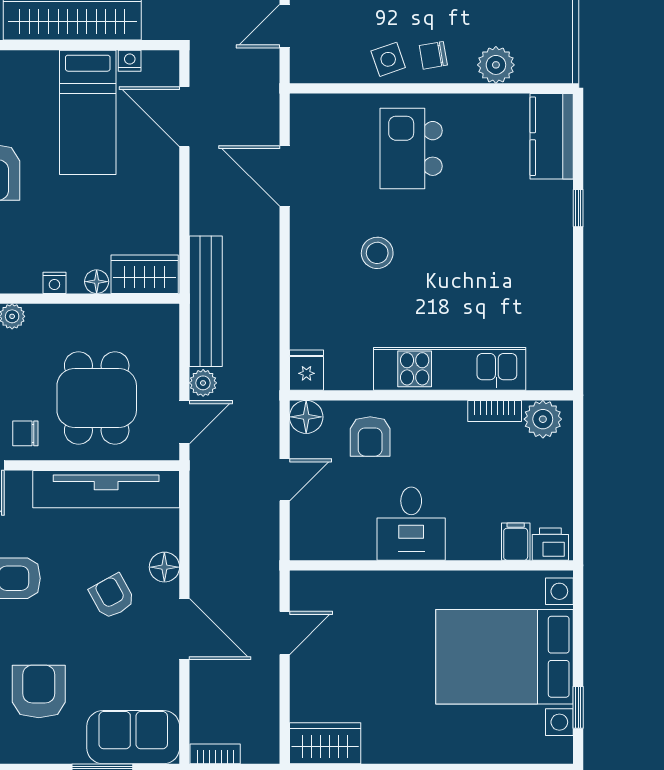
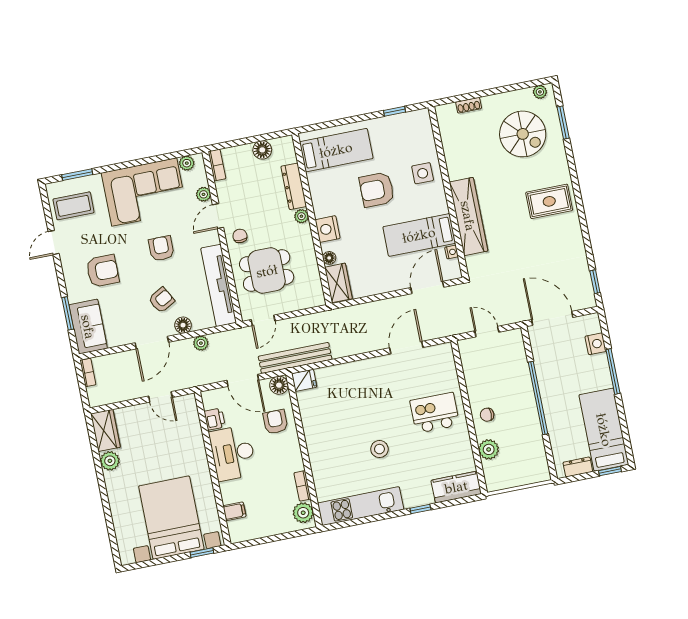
chair: (433, 55) -> (487, 415), turned -80
side table: (388, 59) -> (480, 391), removed
stool: (377, 253) -> (379, 449), moved
nightstand: (54, 283) -> (328, 229), width x1.89, depth x1.79
bench: (206, 301) -> (295, 358), moved
kitchen unit: (450, 369) -> (361, 506), moved, turned -90
plant: (203, 383) -> (201, 343), moved
door: (184, 422) -> (263, 320), hinge flipped
armchair: (370, 437) -> (275, 422), turned 90
door: (285, 480) -> (243, 380), width x1.38
desk: (411, 524) -> (233, 453), width x1.37
printer: (550, 544) -> (215, 419), moved
window: (578, 707) -> (202, 553), moved
plant: (381, 746) -> (110, 461), added

